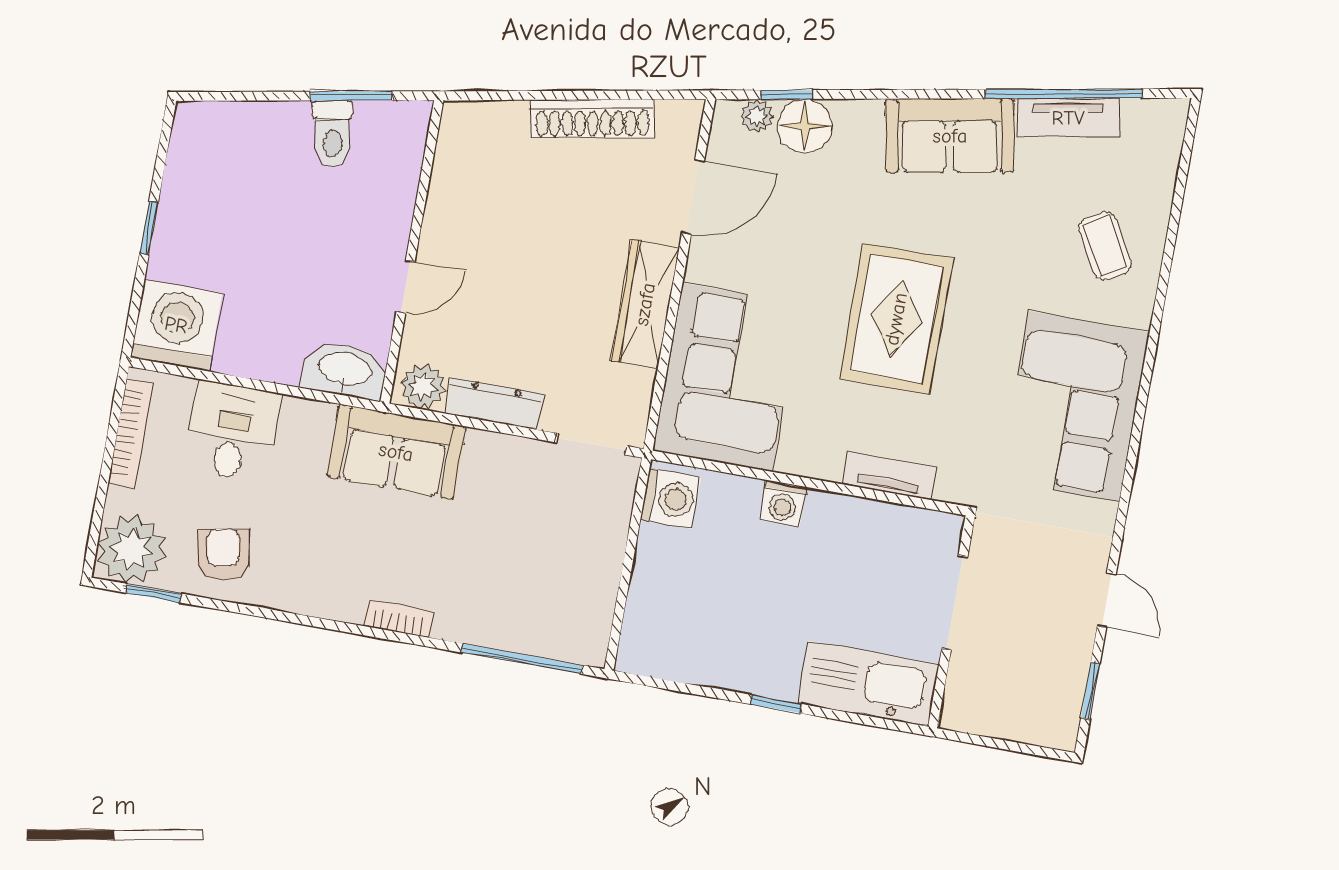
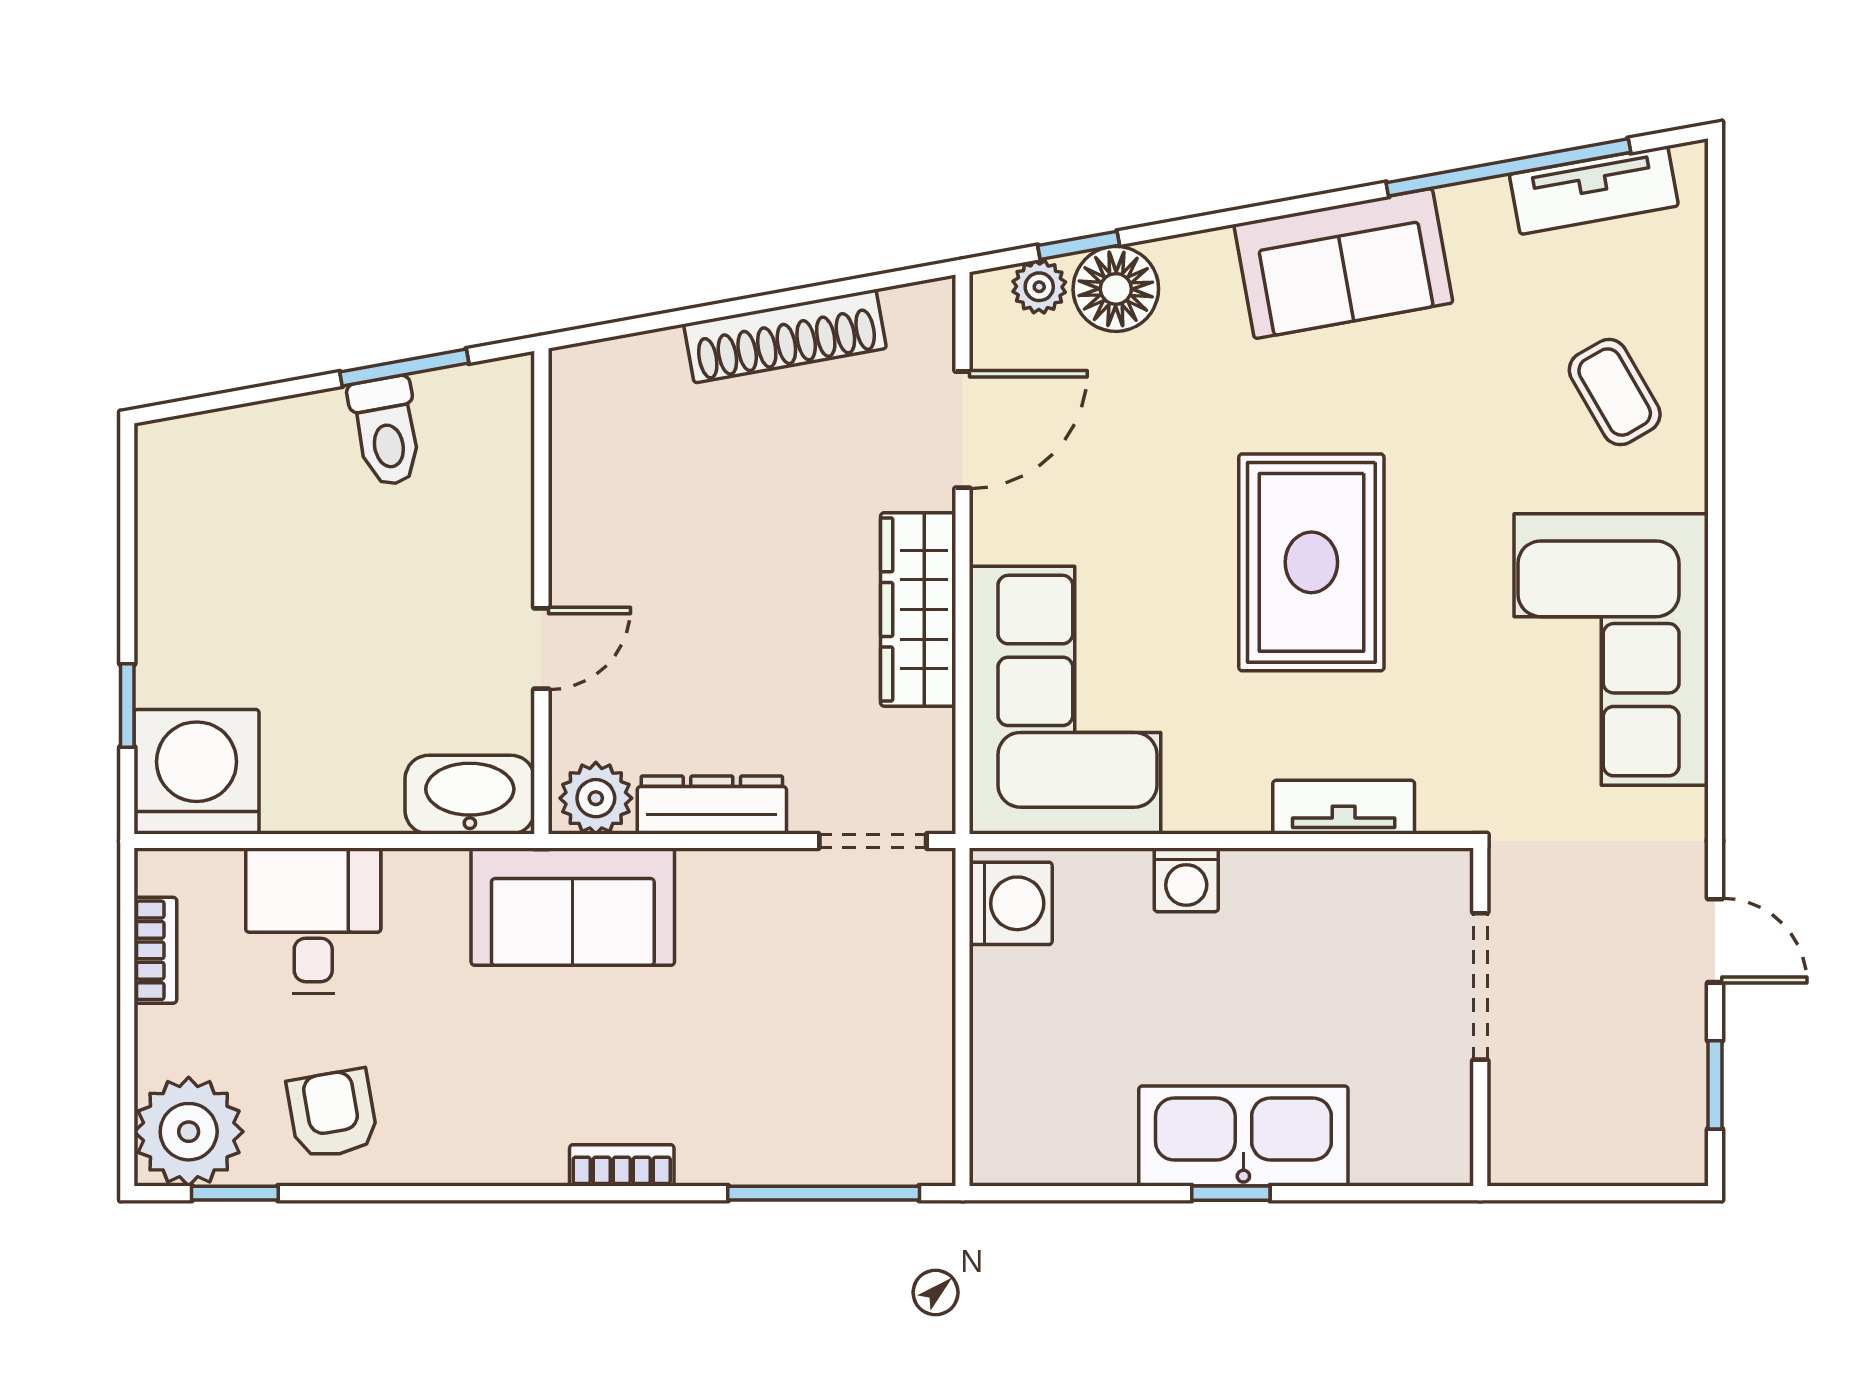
tv unit: (1068, 118) -> (1594, 190), moved
window: (149, 228) -> (127, 706), moved
bookcase: (131, 433) -> (155, 950), width x0.64
kitchen sink: (868, 684) -> (1243, 1136), moved

